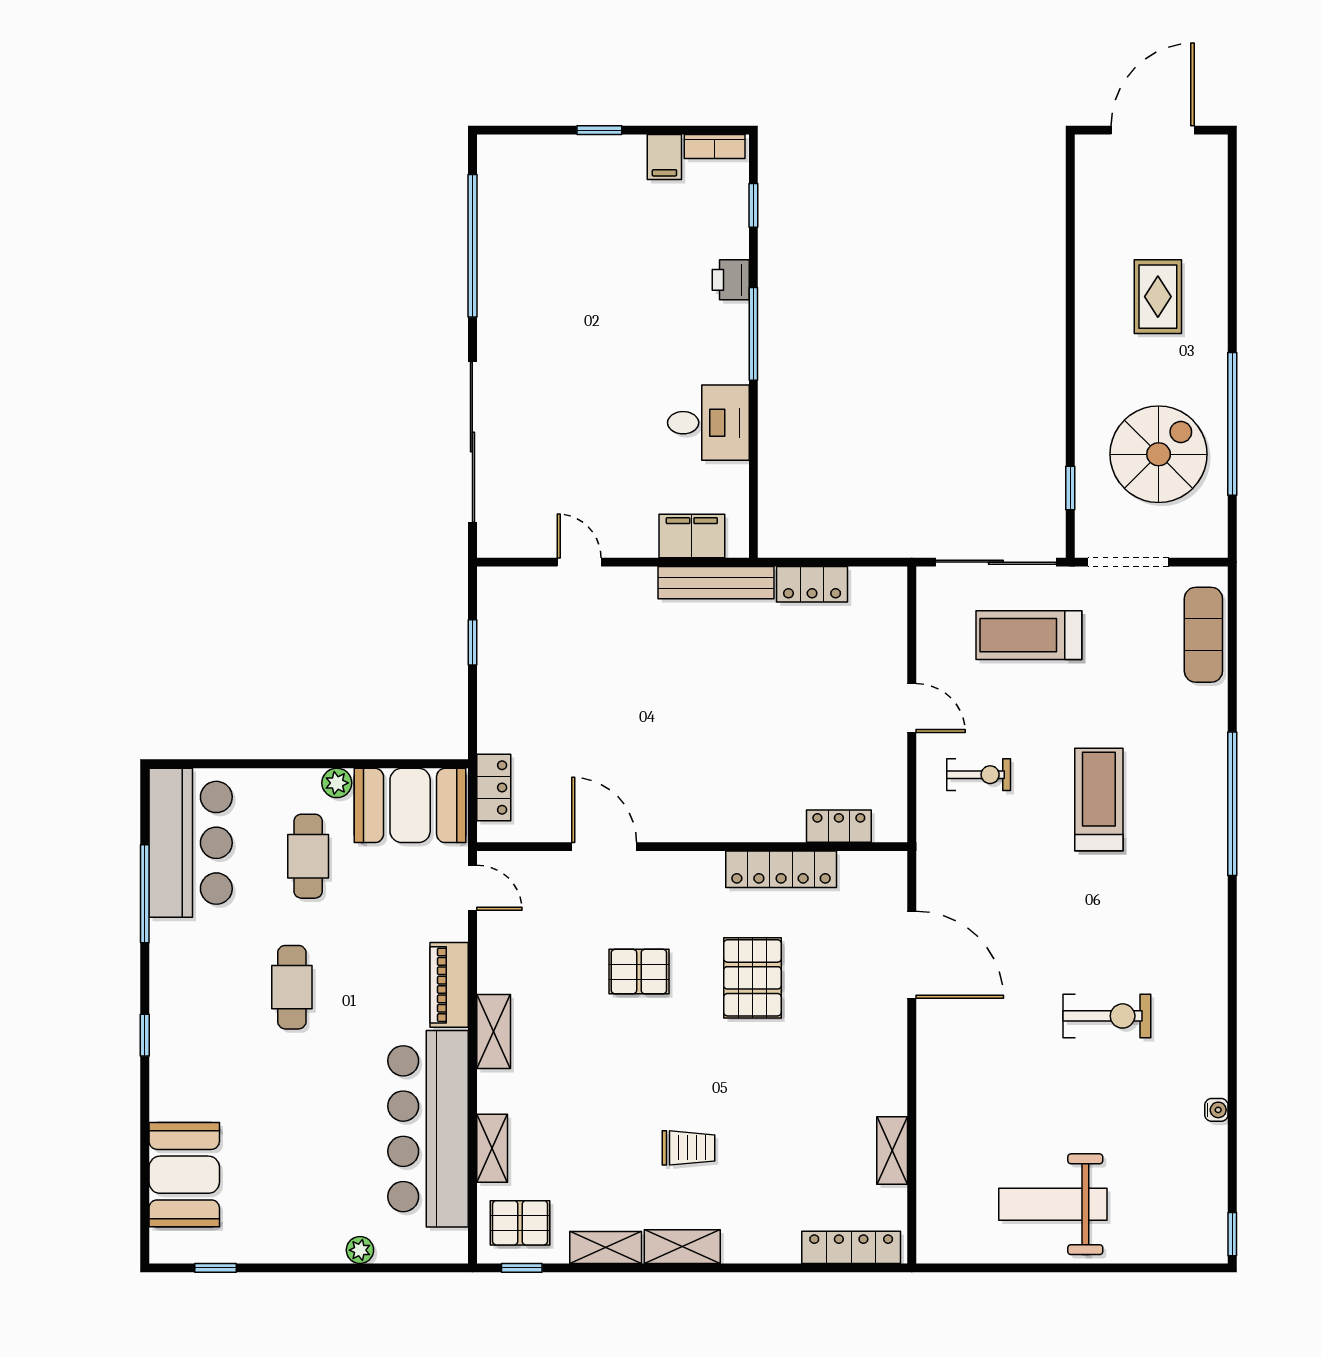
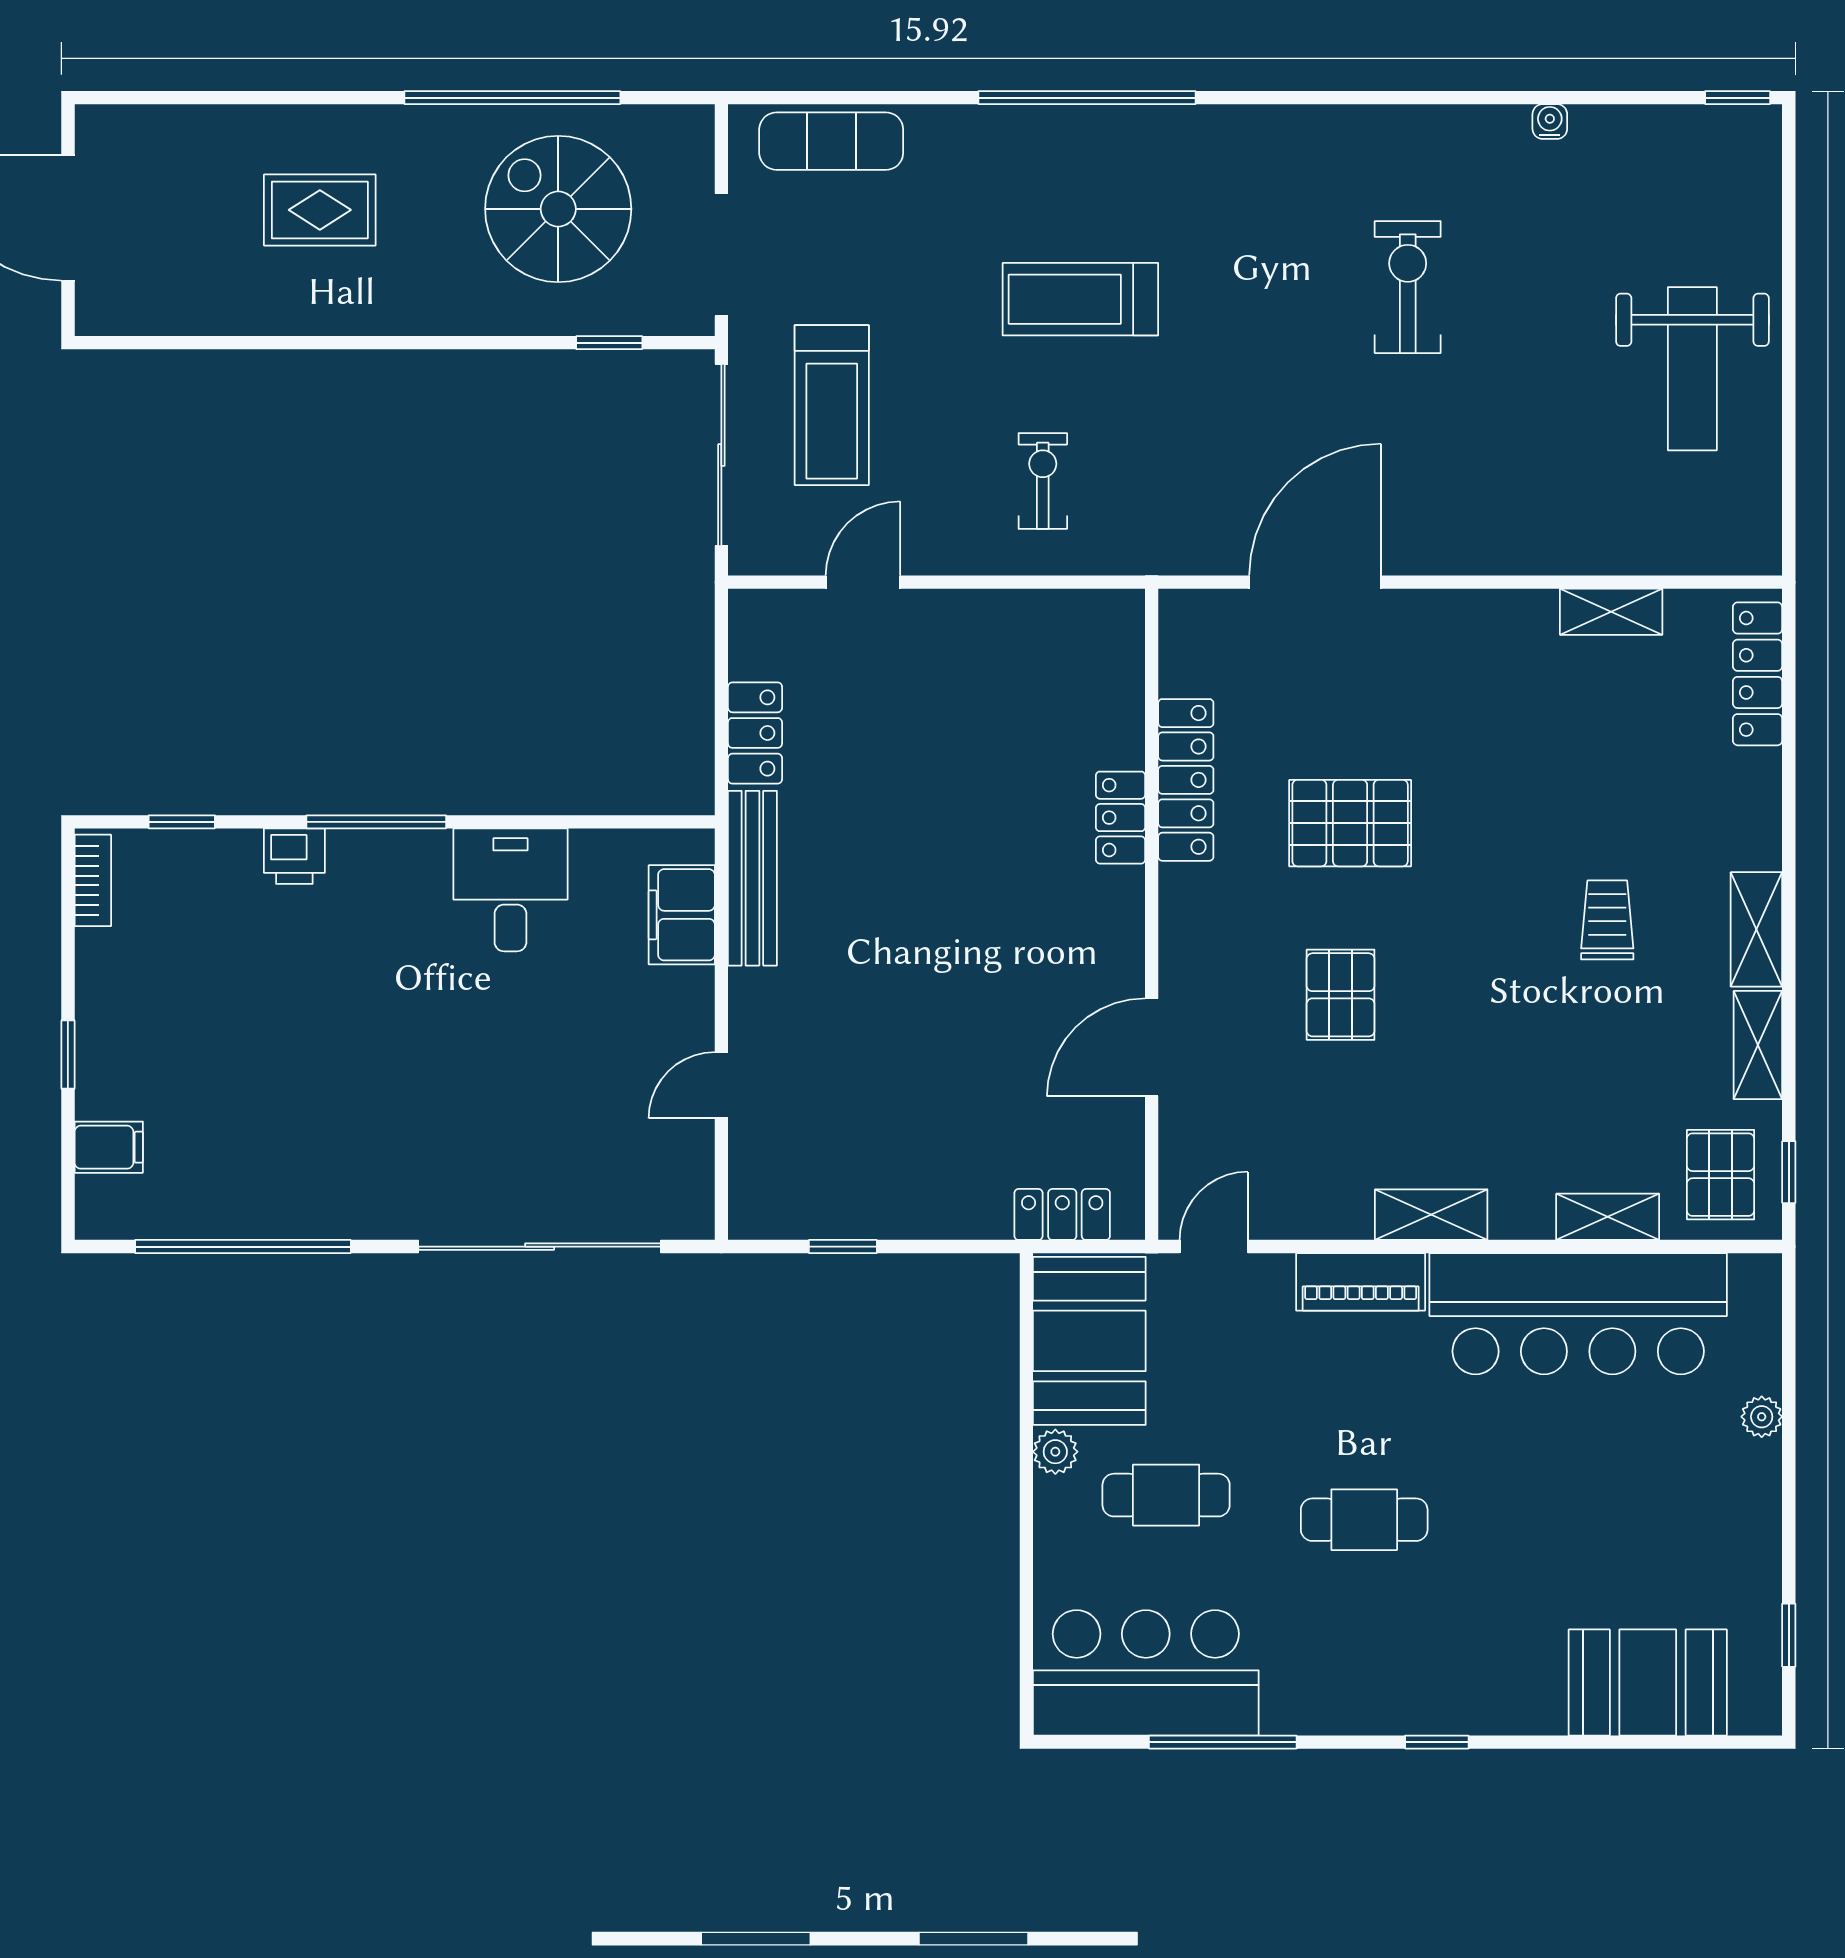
filing cabinet: (664, 157) -> (109, 1147), moved
door: (912, 708) -> (863, 582), moved
locker: (839, 826) -> (1120, 818), moved

